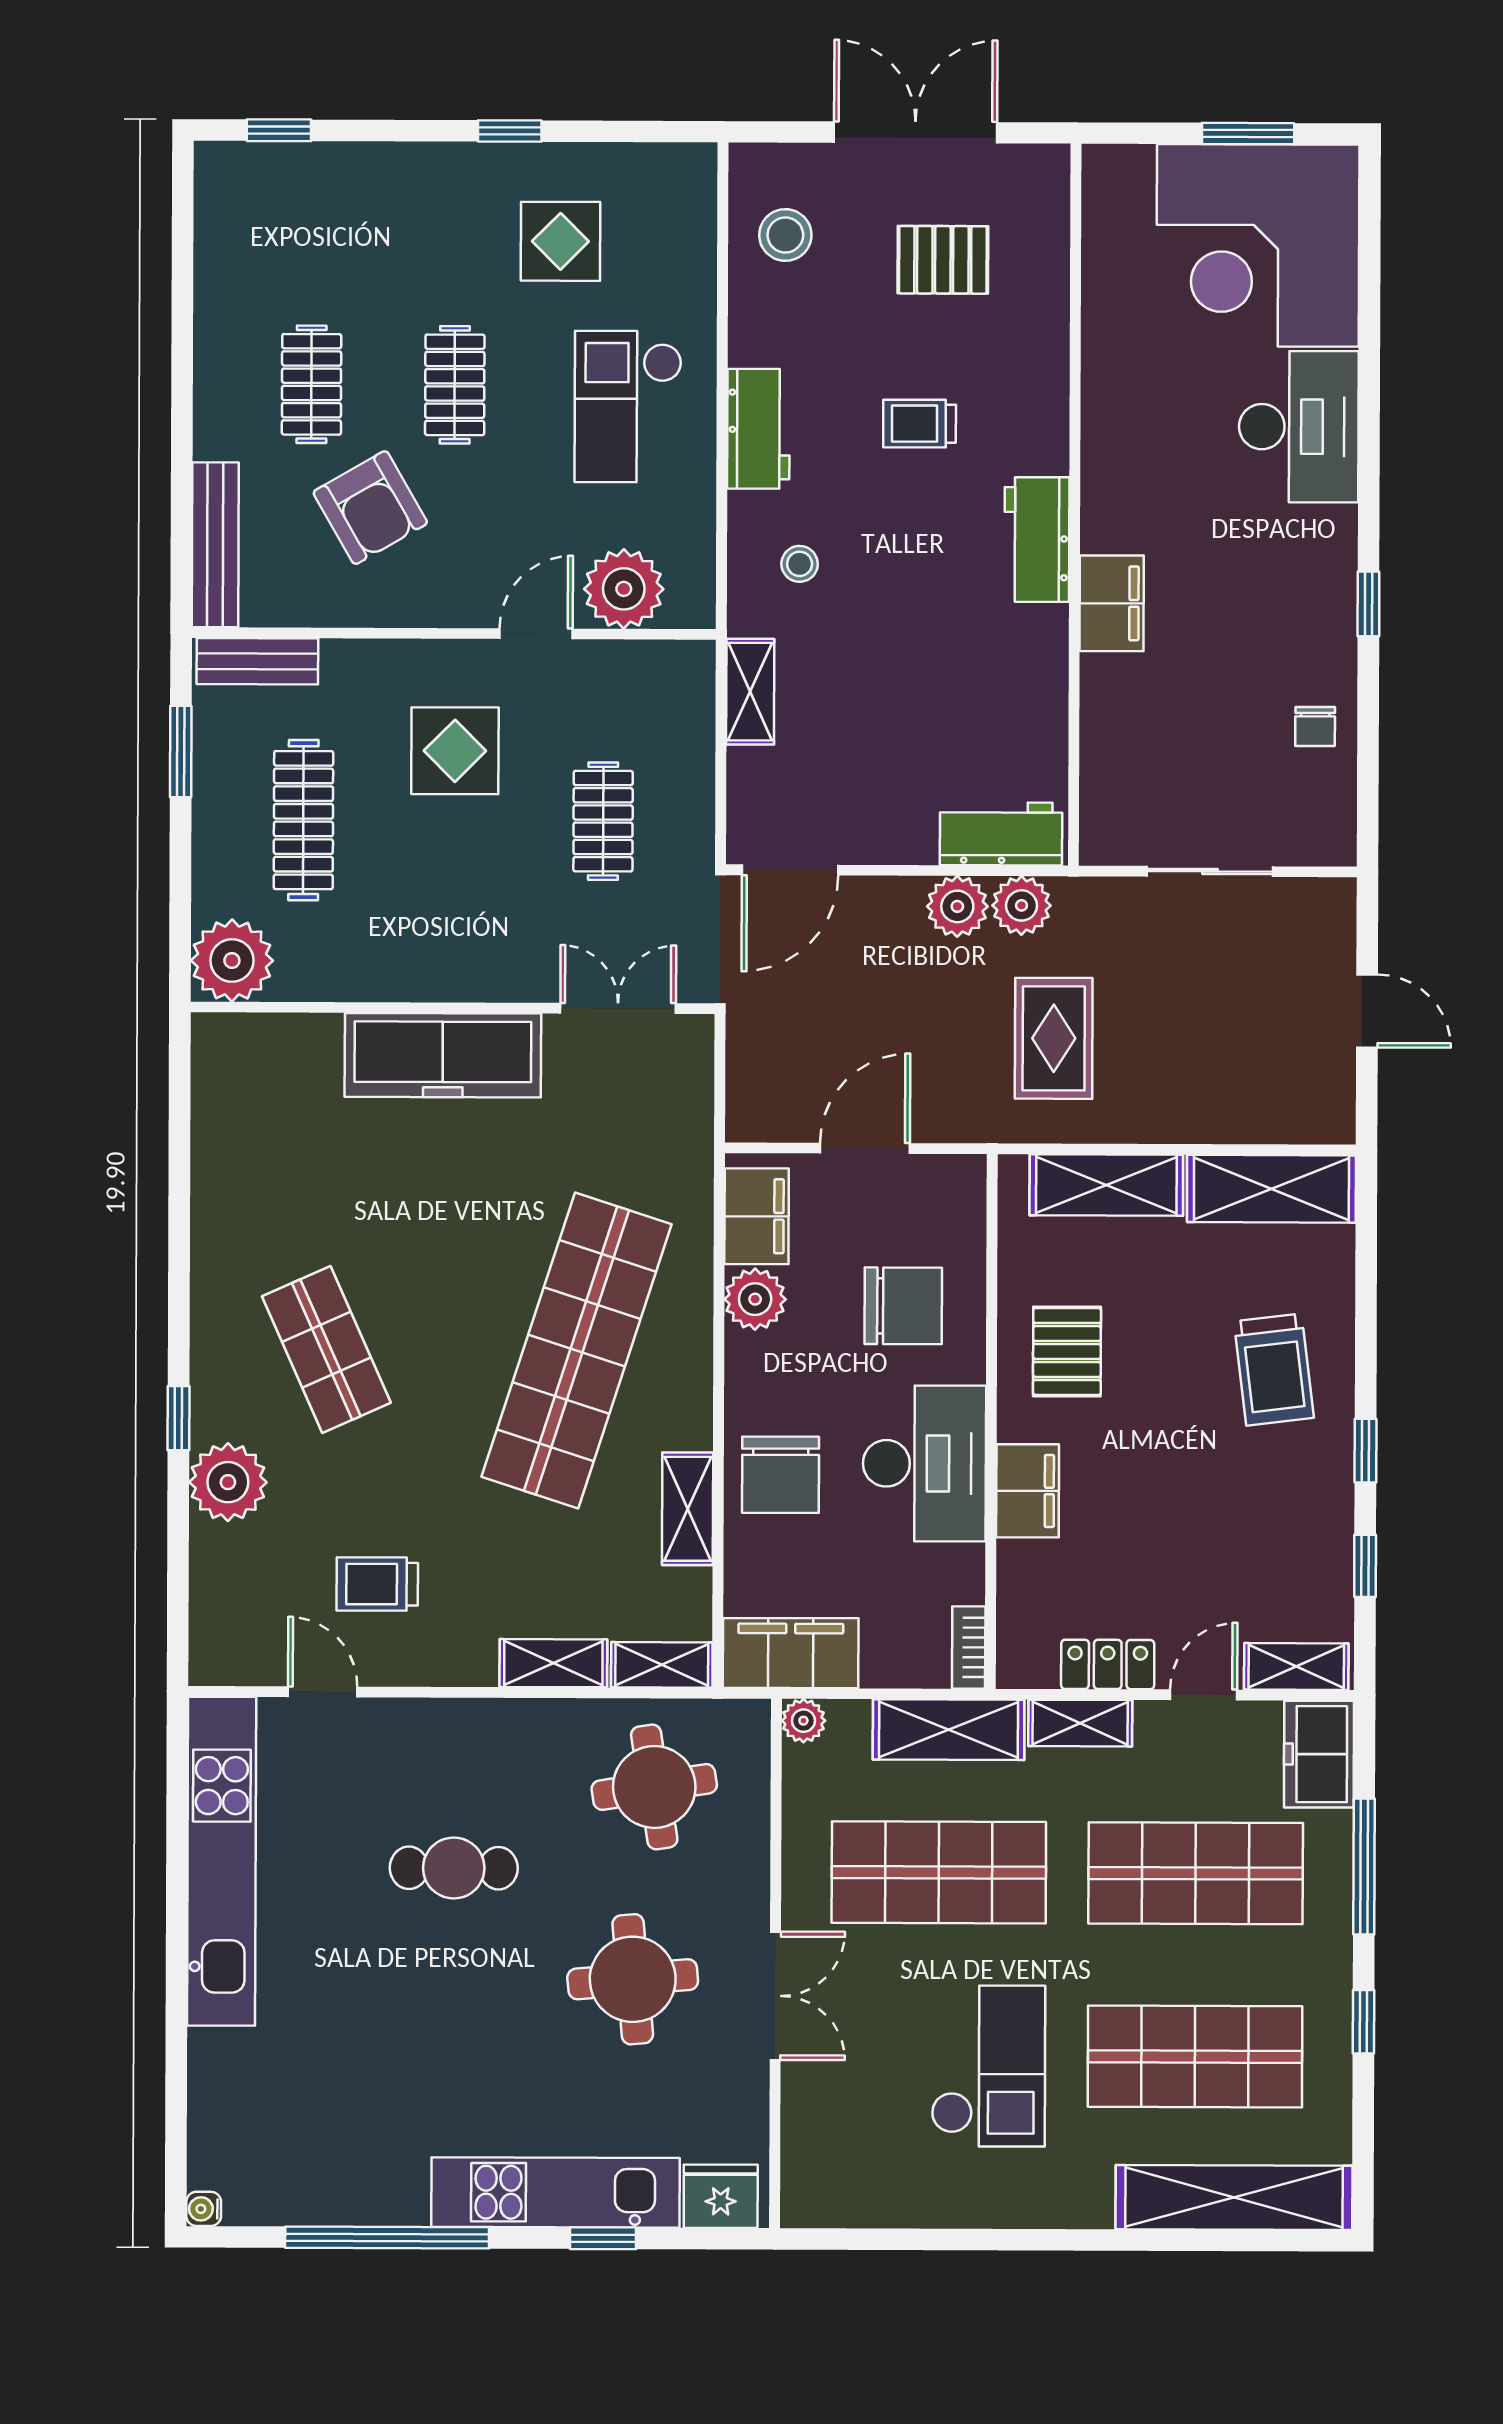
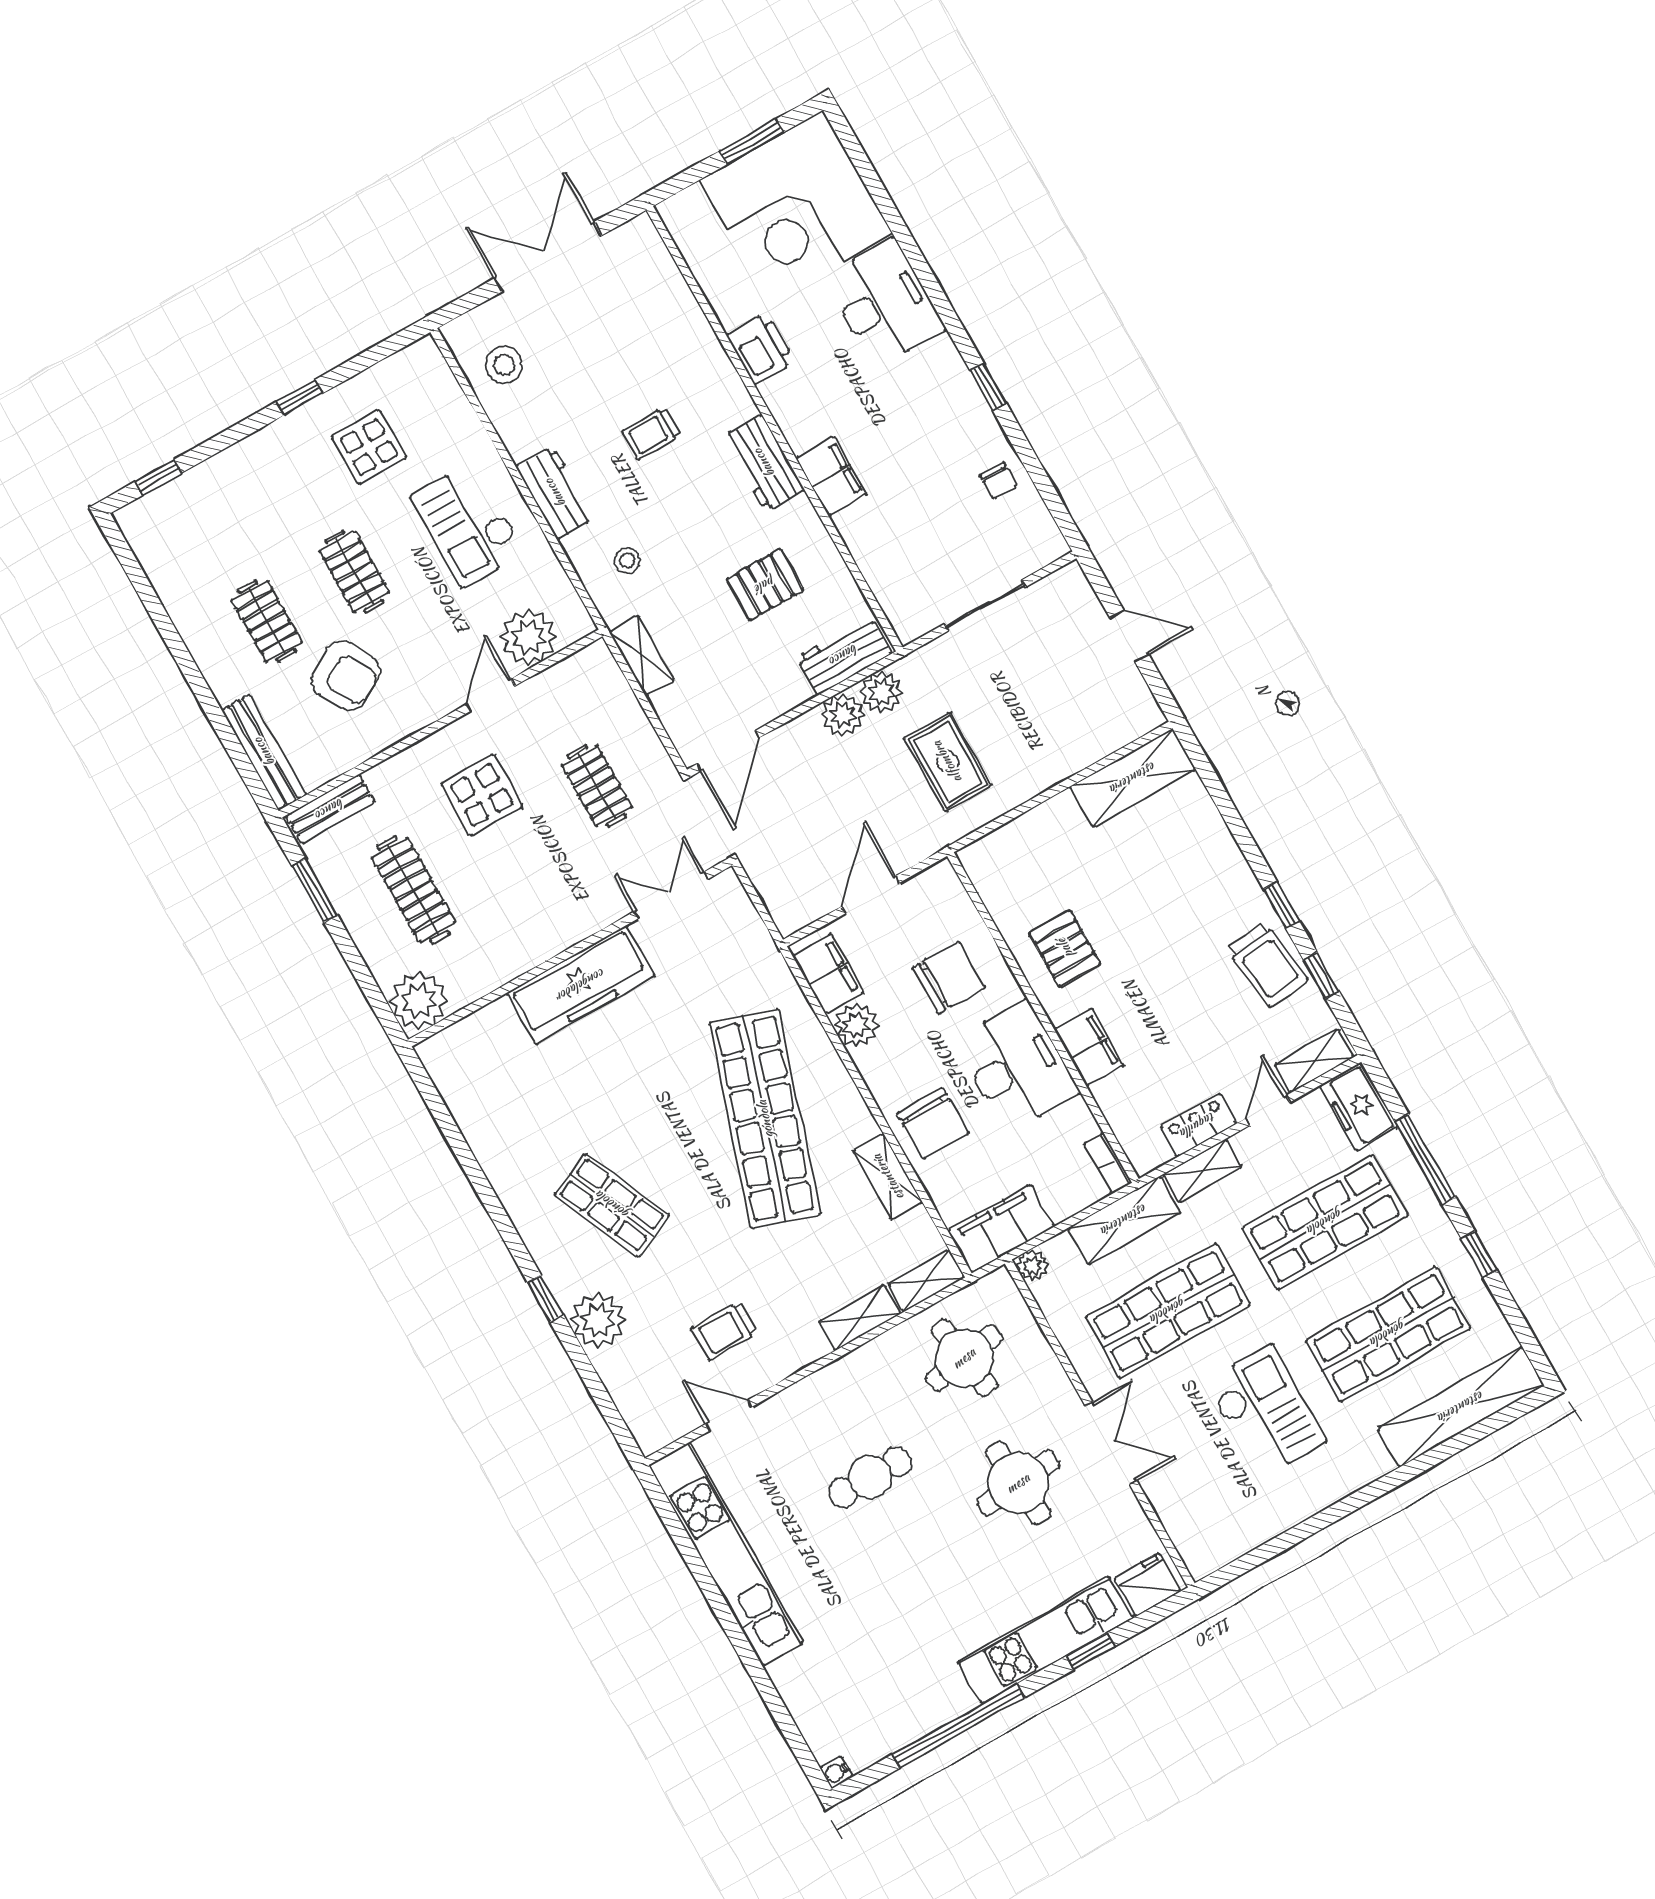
pallet: (943, 260) -> (765, 585), moved
printer: (1114, 395) -> (761, 348), added
shelving: (1106, 1185) -> (1031, 833), removed
trolley: (1274, 1370) -> (1267, 965), moved

